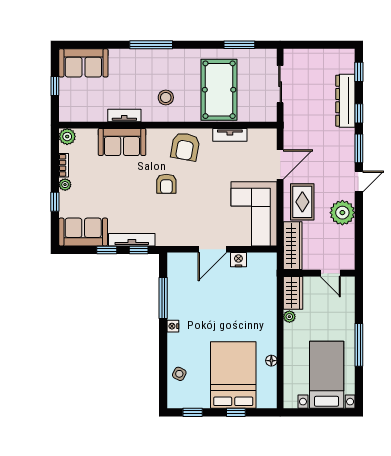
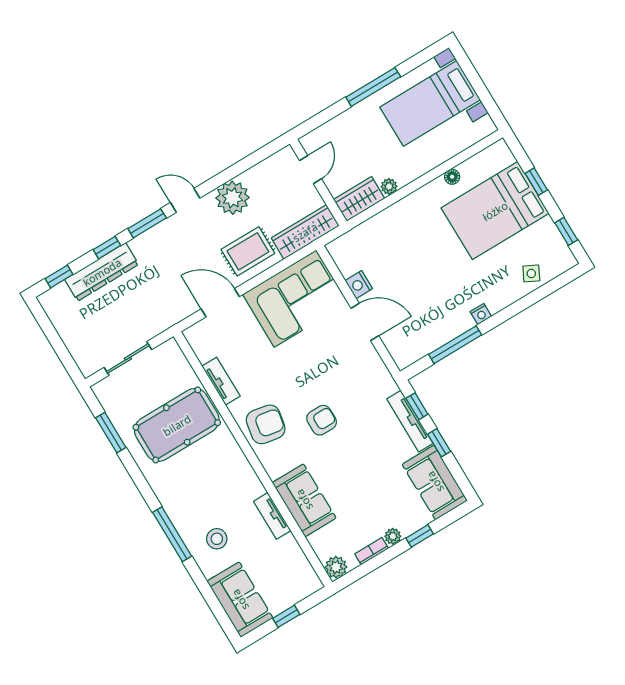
stool: (166, 97) -> (217, 539), moved

